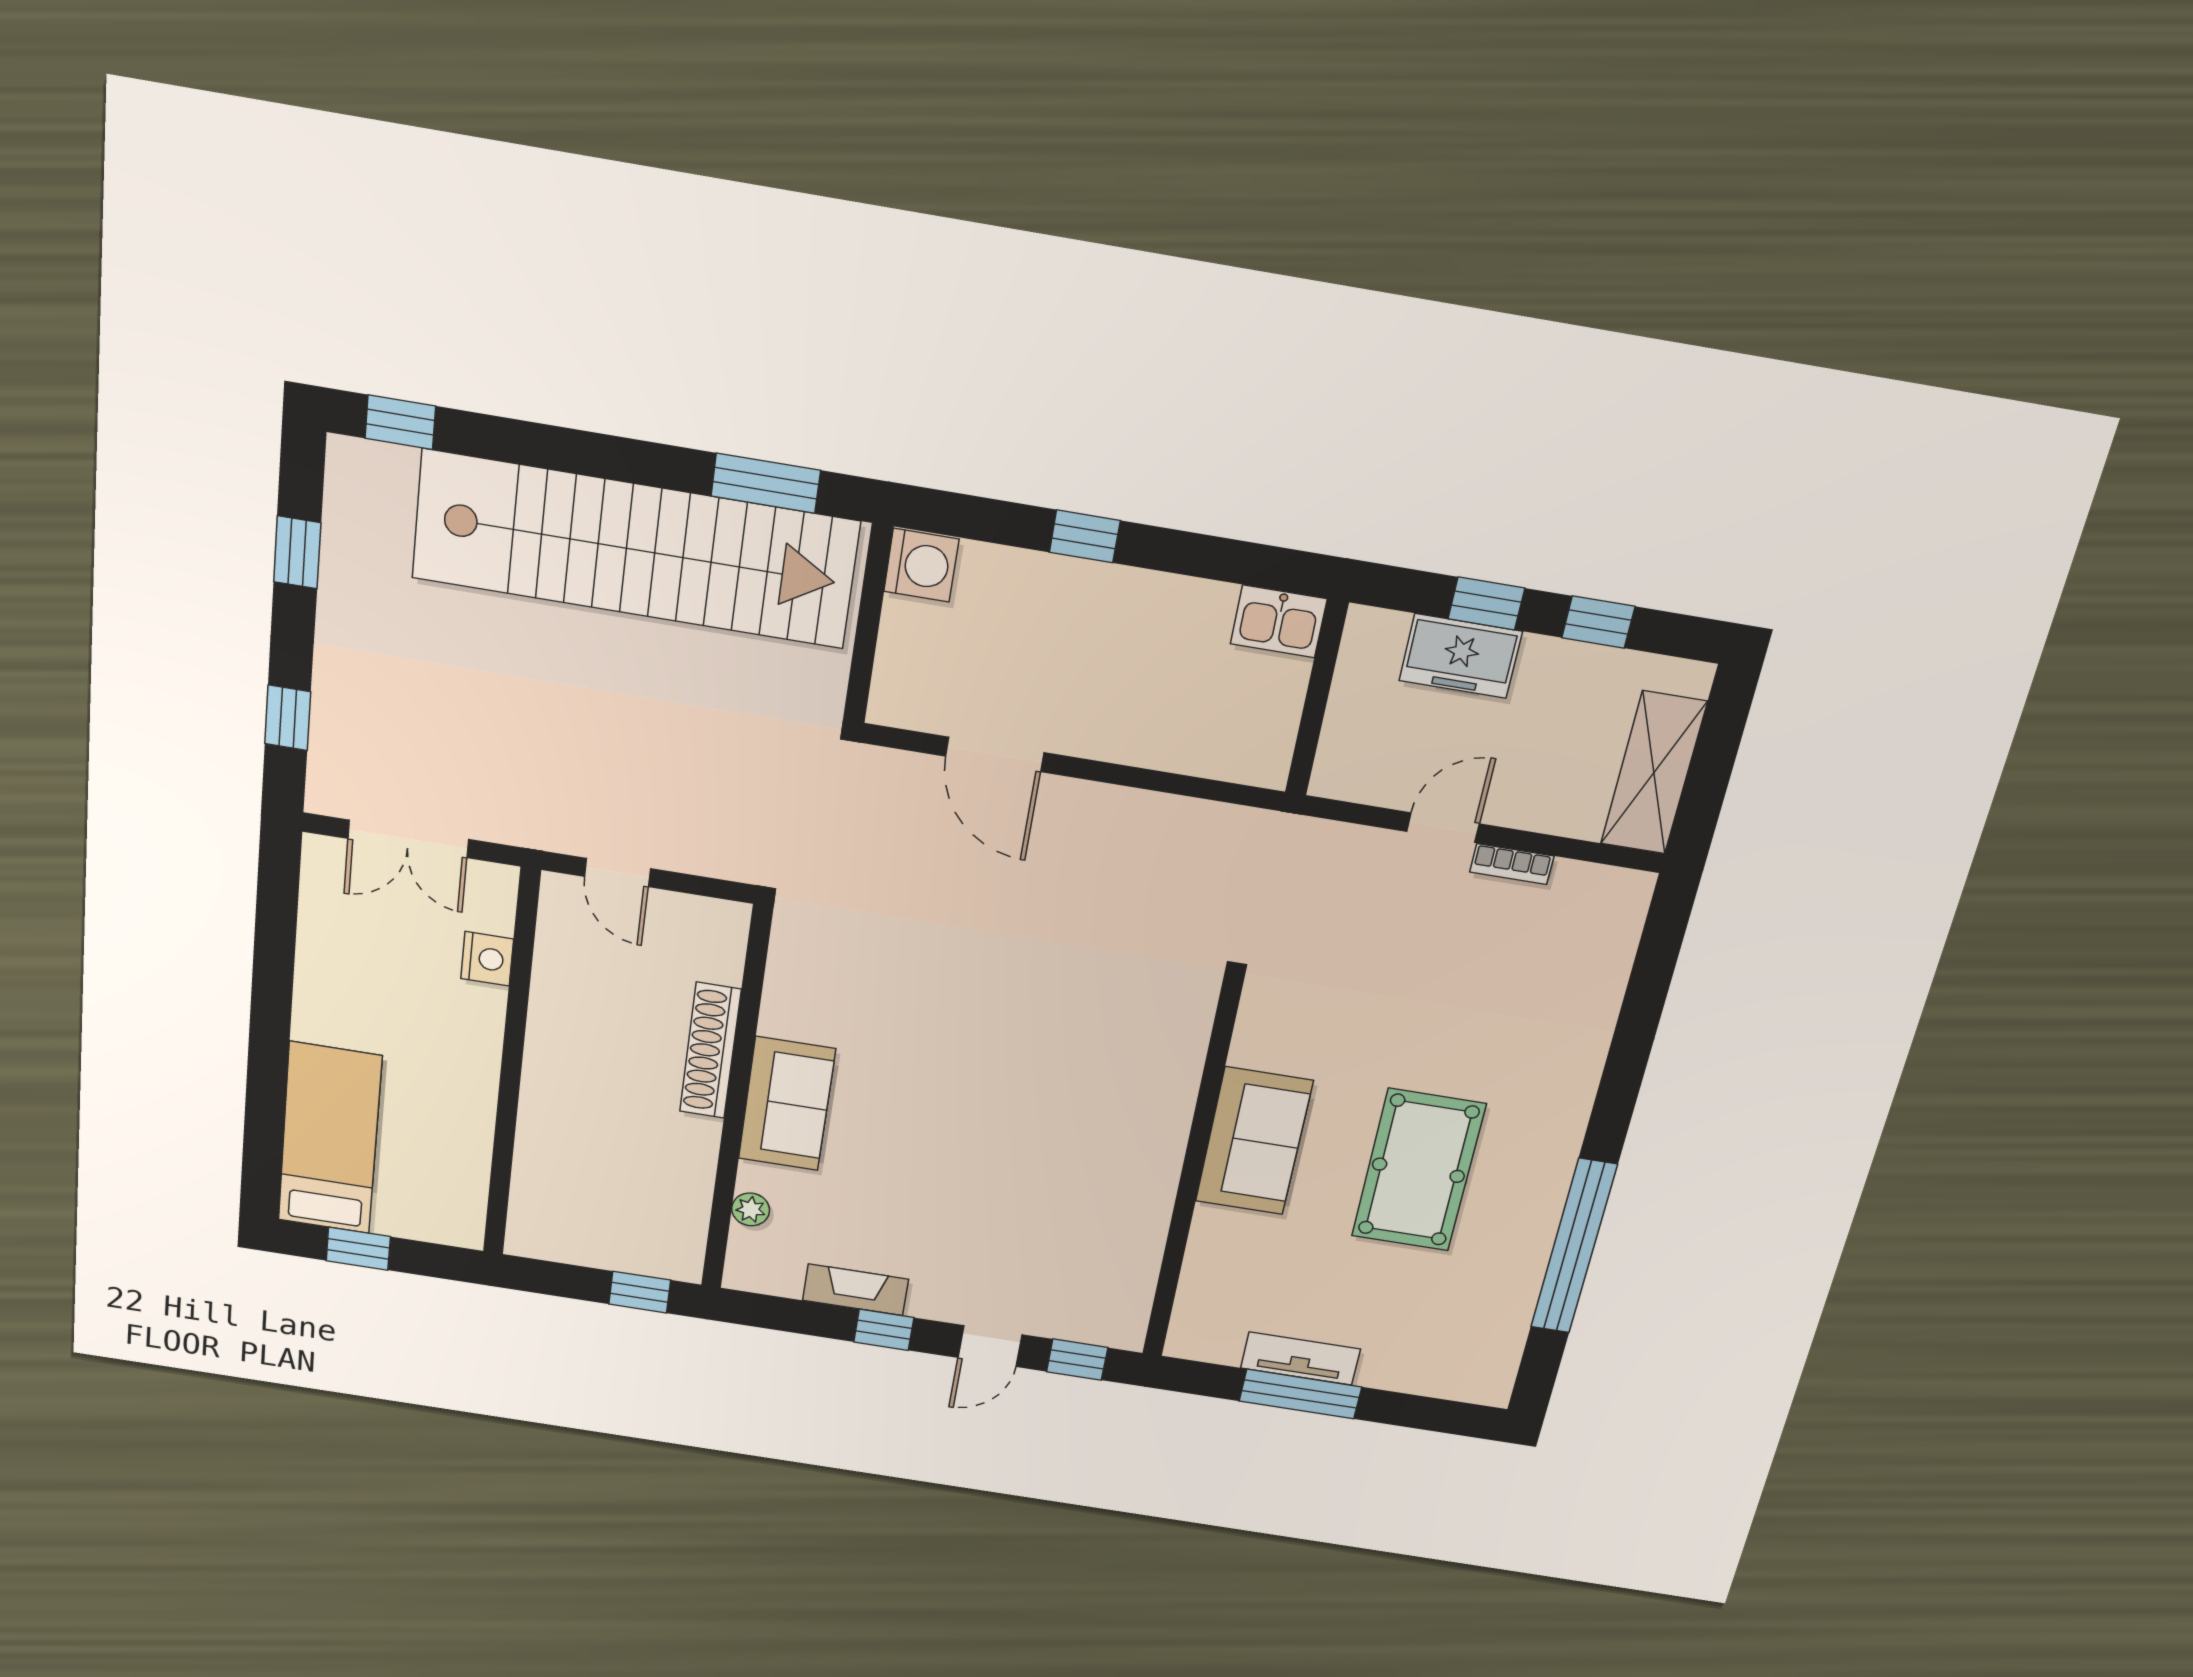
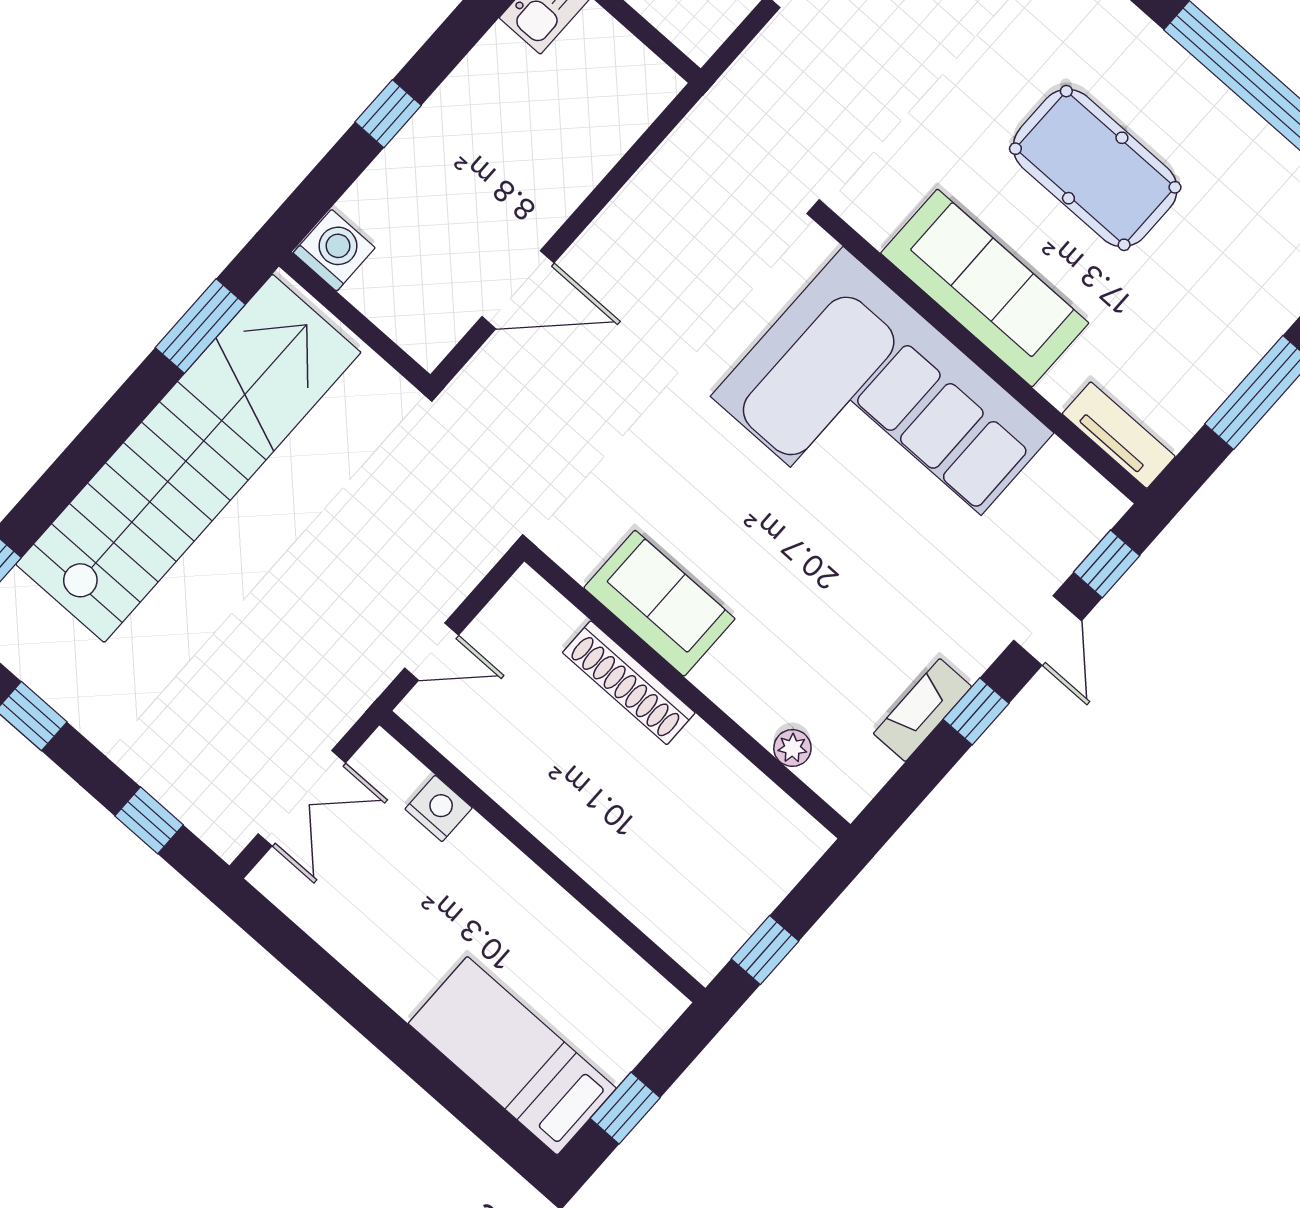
sofa: (787, 1104) -> (659, 603), moved
corner sofa: (1087, 1122) -> (882, 415), added
sofa: (1254, 1141) -> (985, 288), width x1.36
window: (640, 1292) -> (765, 950), moved
tv unit: (1301, 1359) -> (1119, 435), moved, turned 90

